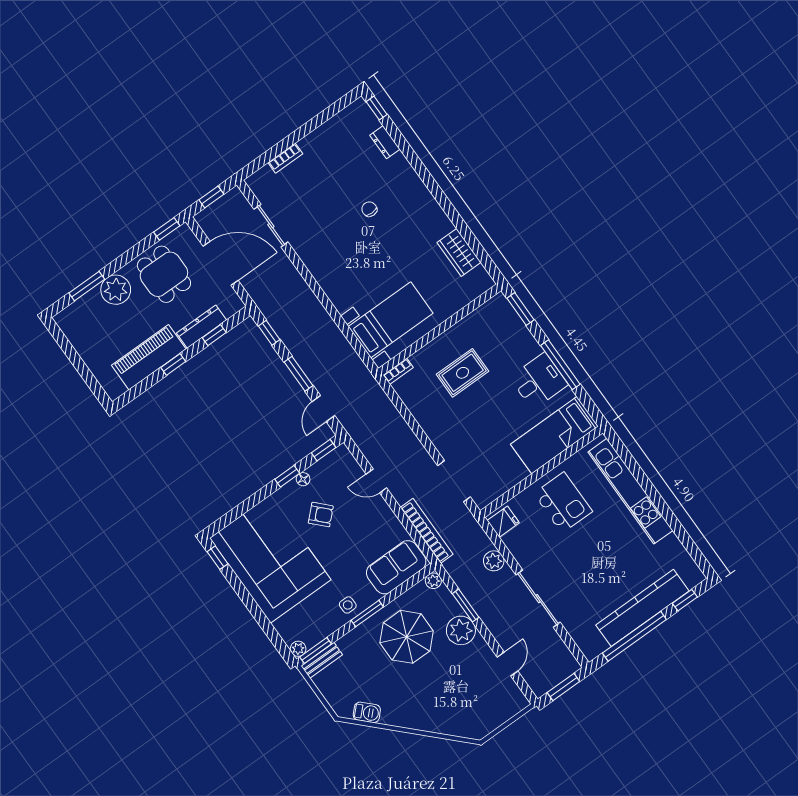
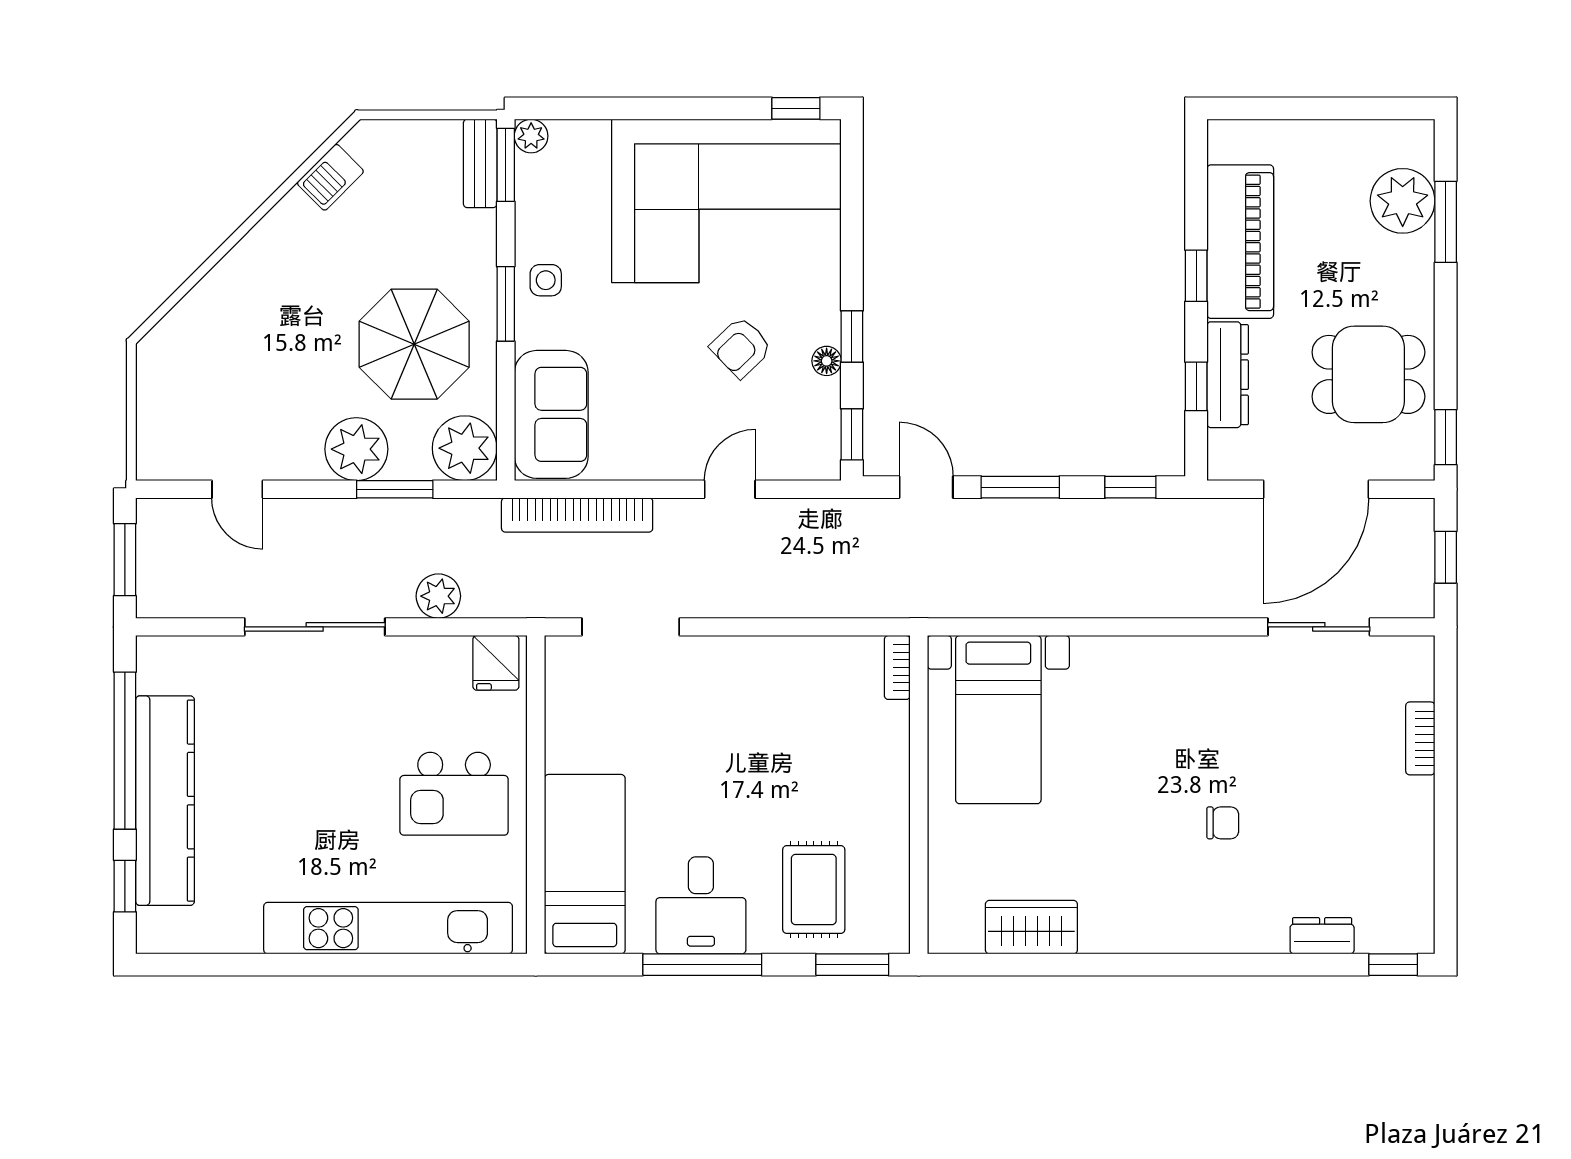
plant: (116, 290) -> (1403, 201), moved
rug: (463, 373) -> (814, 890), moved
plant: (433, 581) -> (465, 448), width x1.87, depth x1.87

